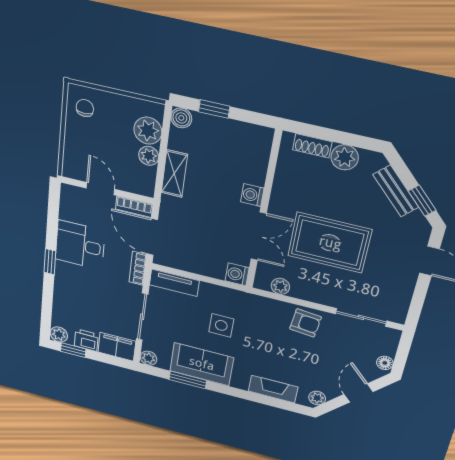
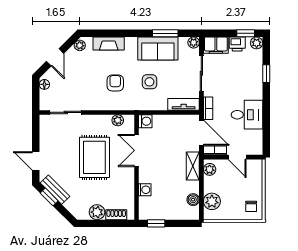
window: (214, 109) -> (156, 223), moved
boiler: (181, 118) -> (193, 200), moved
plant: (149, 156) -> (210, 169), moved
shelving: (174, 174) -> (193, 166), moved
bench: (396, 191) -> (55, 190), moved
washing machine: (252, 195) -> (145, 190), moved
rug: (330, 243) -> (94, 157), turned 90
window: (50, 262) -> (266, 74), moved
armchair: (306, 323) -> (115, 83), moved, turned 84

